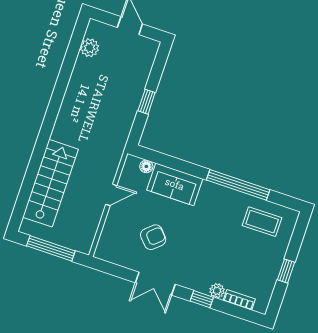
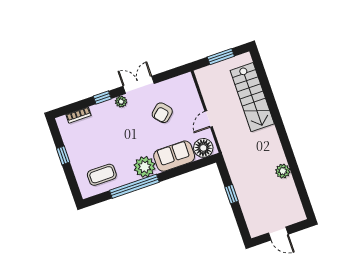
plant: (90, 48) -> (283, 171), moved
floor lamp: (146, 166) -> (203, 148), width x1.89, depth x1.89
plant: (213, 196) -> (145, 167), added
window: (51, 248) -> (221, 57), width x0.69
plant: (217, 291) -> (121, 102), moved

